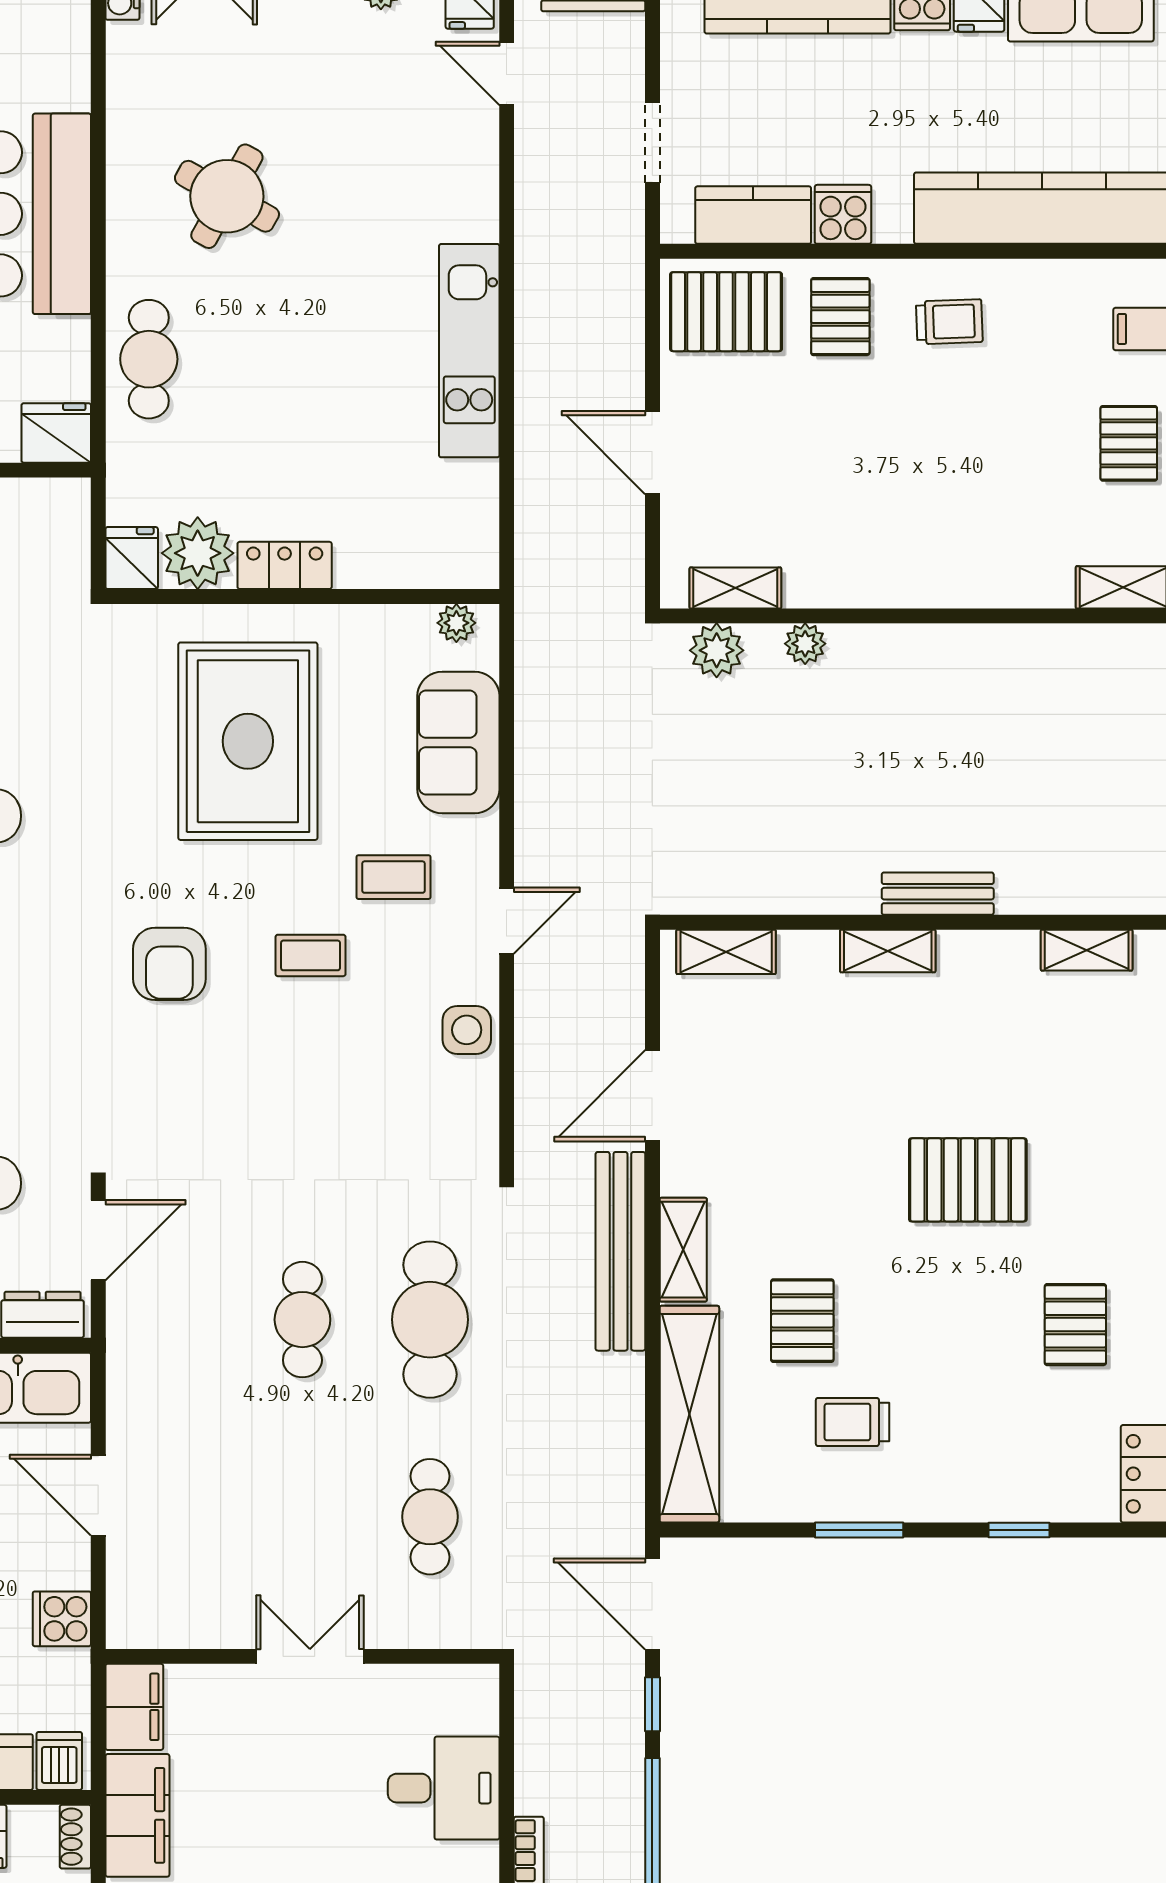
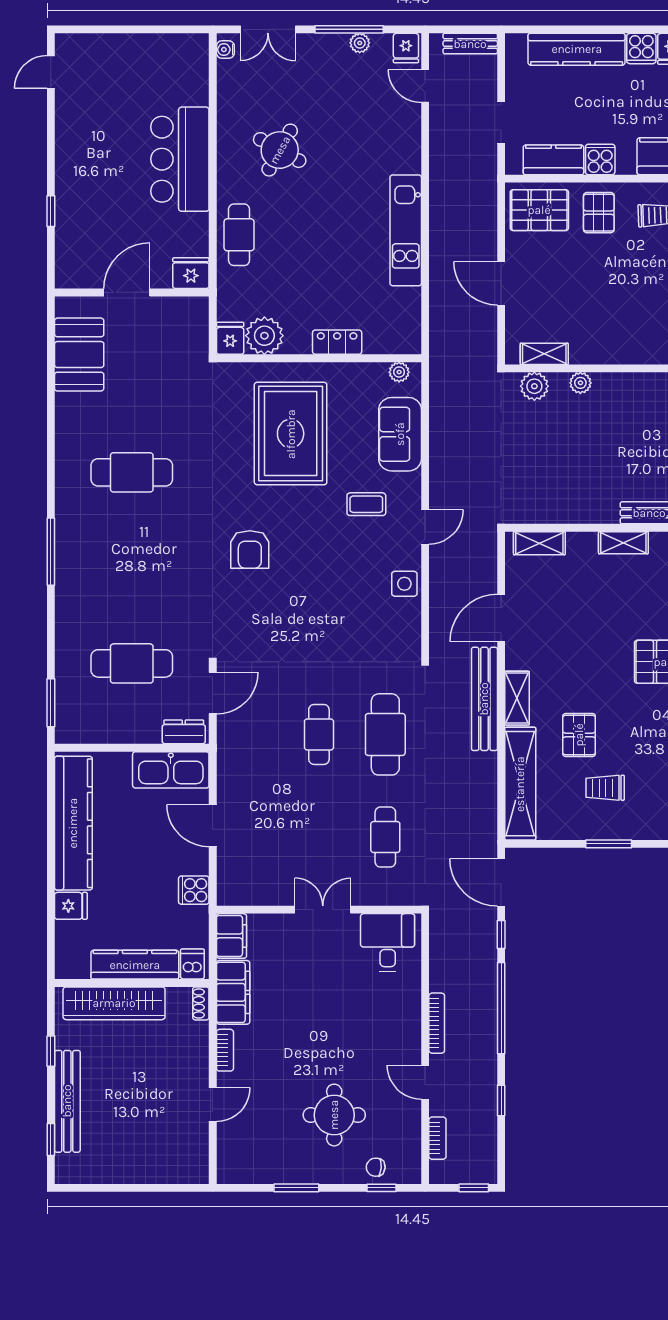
locker: (285, 565) -> (337, 342), moved
coffee table: (311, 955) -> (323, 545), removed
desk: (444, 1788) -> (388, 942), moved, turned -90

